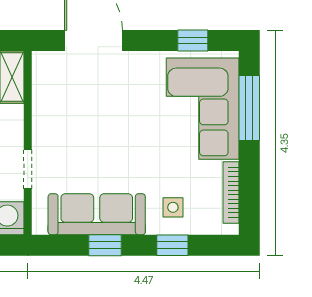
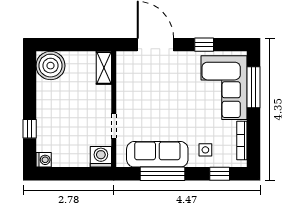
window: (193, 40) -> (204, 45), moved
window: (105, 245) -> (162, 174), width x2.17
window: (172, 245) -> (220, 174), moved

